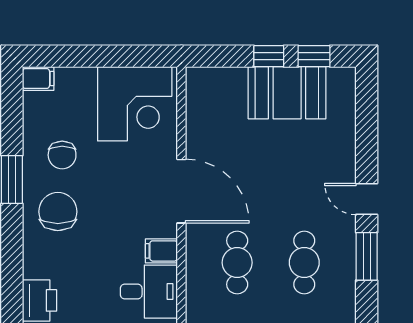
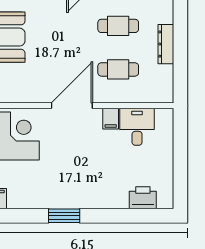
chair: (62, 155) -> (48, 183), removed
chair: (58, 212) -> (85, 186), removed

